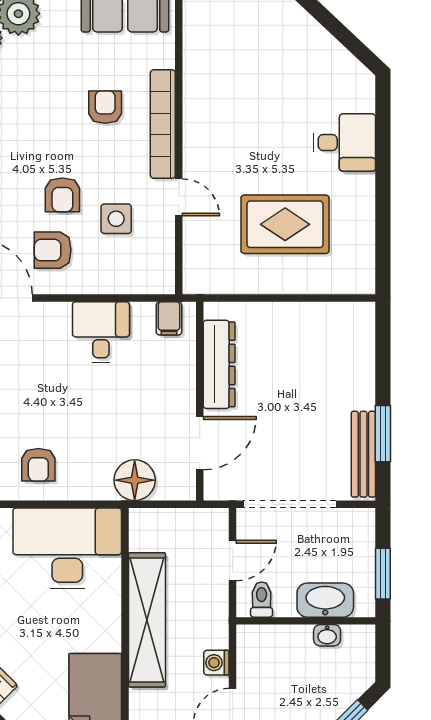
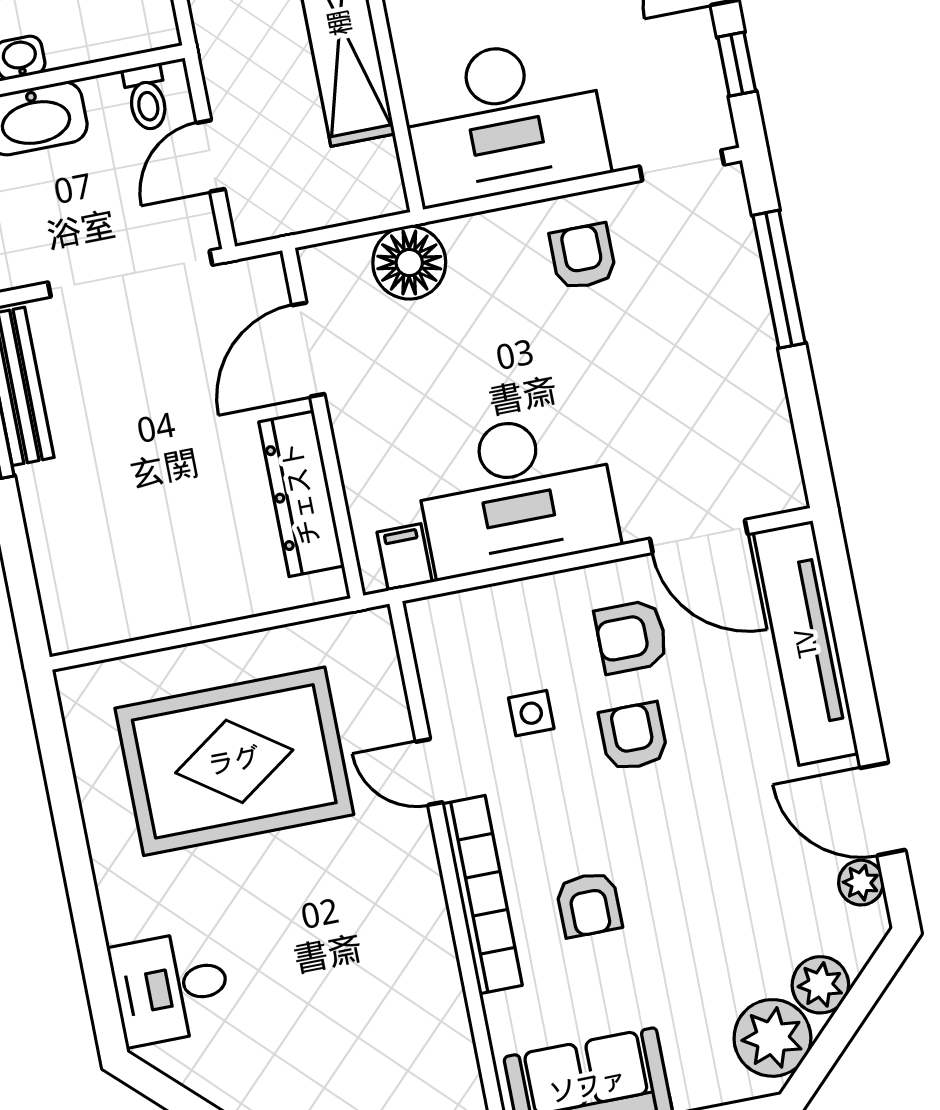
desk: (344, 143) -> (171, 988), moved
side table: (116, 219) -> (531, 713), width x0.73, depth x0.73
rug: (285, 224) -> (234, 761), width x1.37, depth x1.44
armchair: (53, 250) -> (631, 637), turned 180
desk: (101, 332) -> (516, 494), width x1.87, depth x1.30

